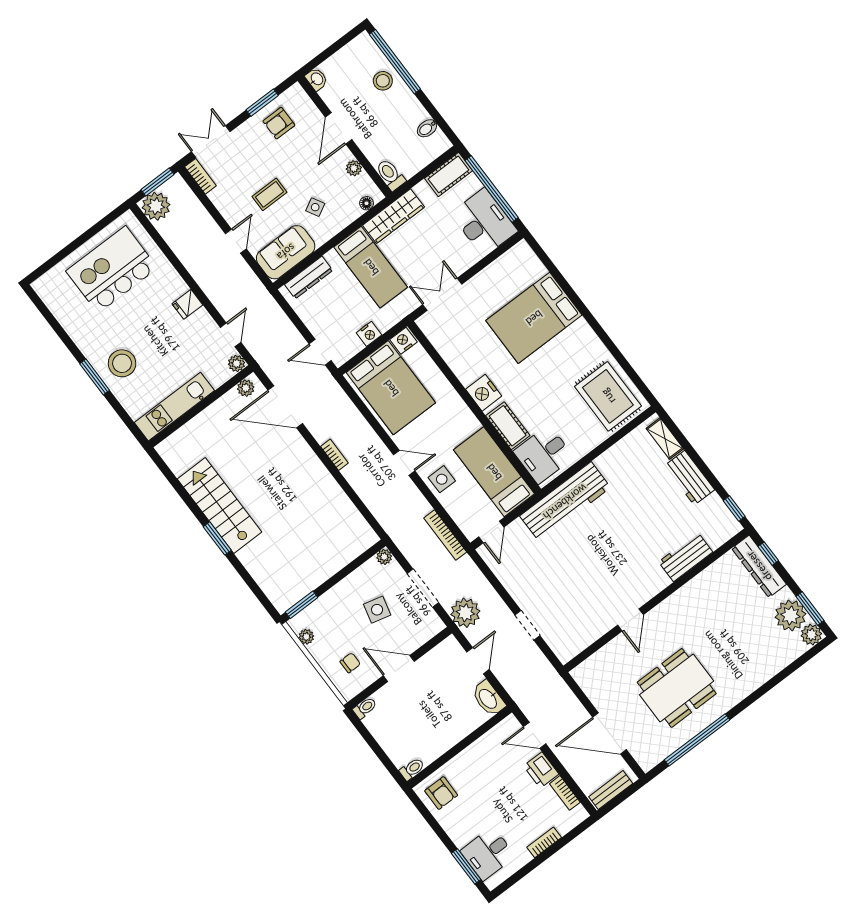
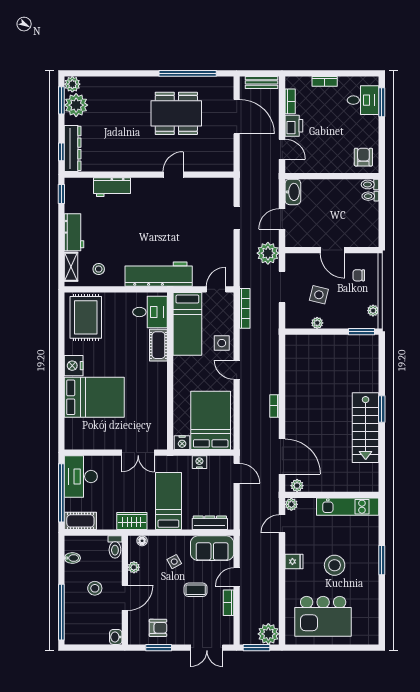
stool: (383, 81) -> (95, 588), moved
bookcase: (200, 176) -> (228, 603), moved
wardrobe: (394, 216) -> (132, 521), width x0.67
stool: (122, 363) -> (335, 565), moved
nightstand: (484, 393) -> (74, 366), moved, turned 180
stool: (633, 459) -> (99, 269), added
plant: (384, 557) -> (317, 323), moved
toilet: (365, 708) -> (370, 196), moved

